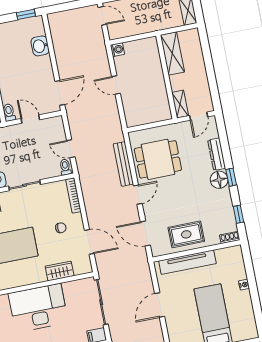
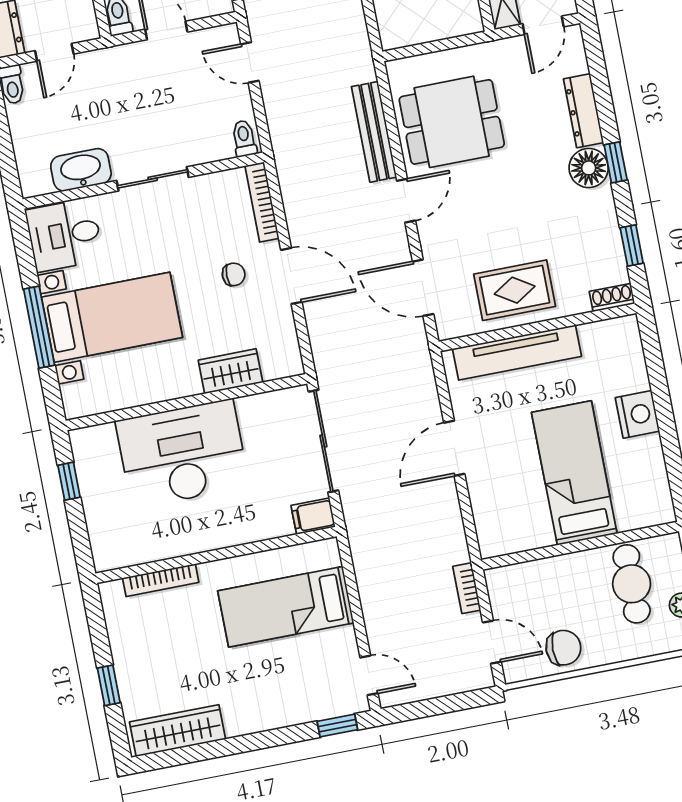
door: (71, 149) -> (250, 62), moved
door: (89, 242) -> (291, 276), moved
nightstand: (244, 285) -> (637, 414), width x1.89, depth x1.79

